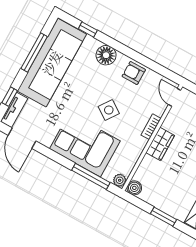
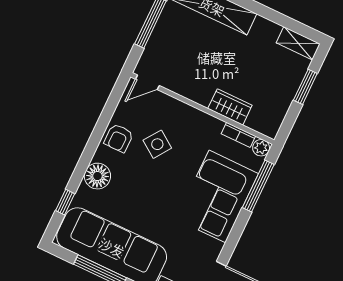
side table: (109, 110) -> (157, 144), moved
bookcase: (151, 127) -> (238, 135), moved
wardrobe: (160, 144) -> (230, 107), moved
boiler: (134, 188) -> (270, 128), removed

